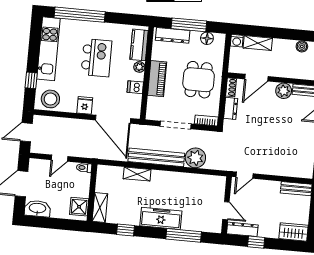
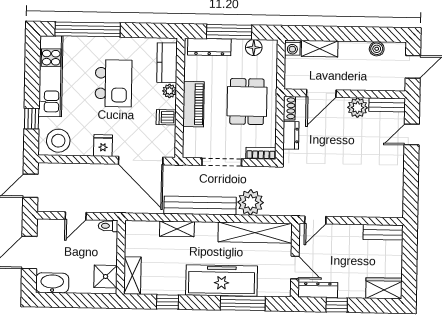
shelving: (197, 181) -> (255, 233), added
freezer: (161, 218) -> (222, 281), width x1.36, depth x1.26

